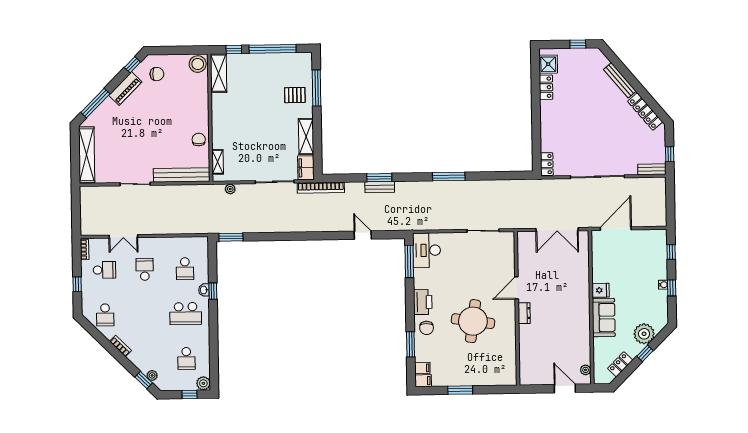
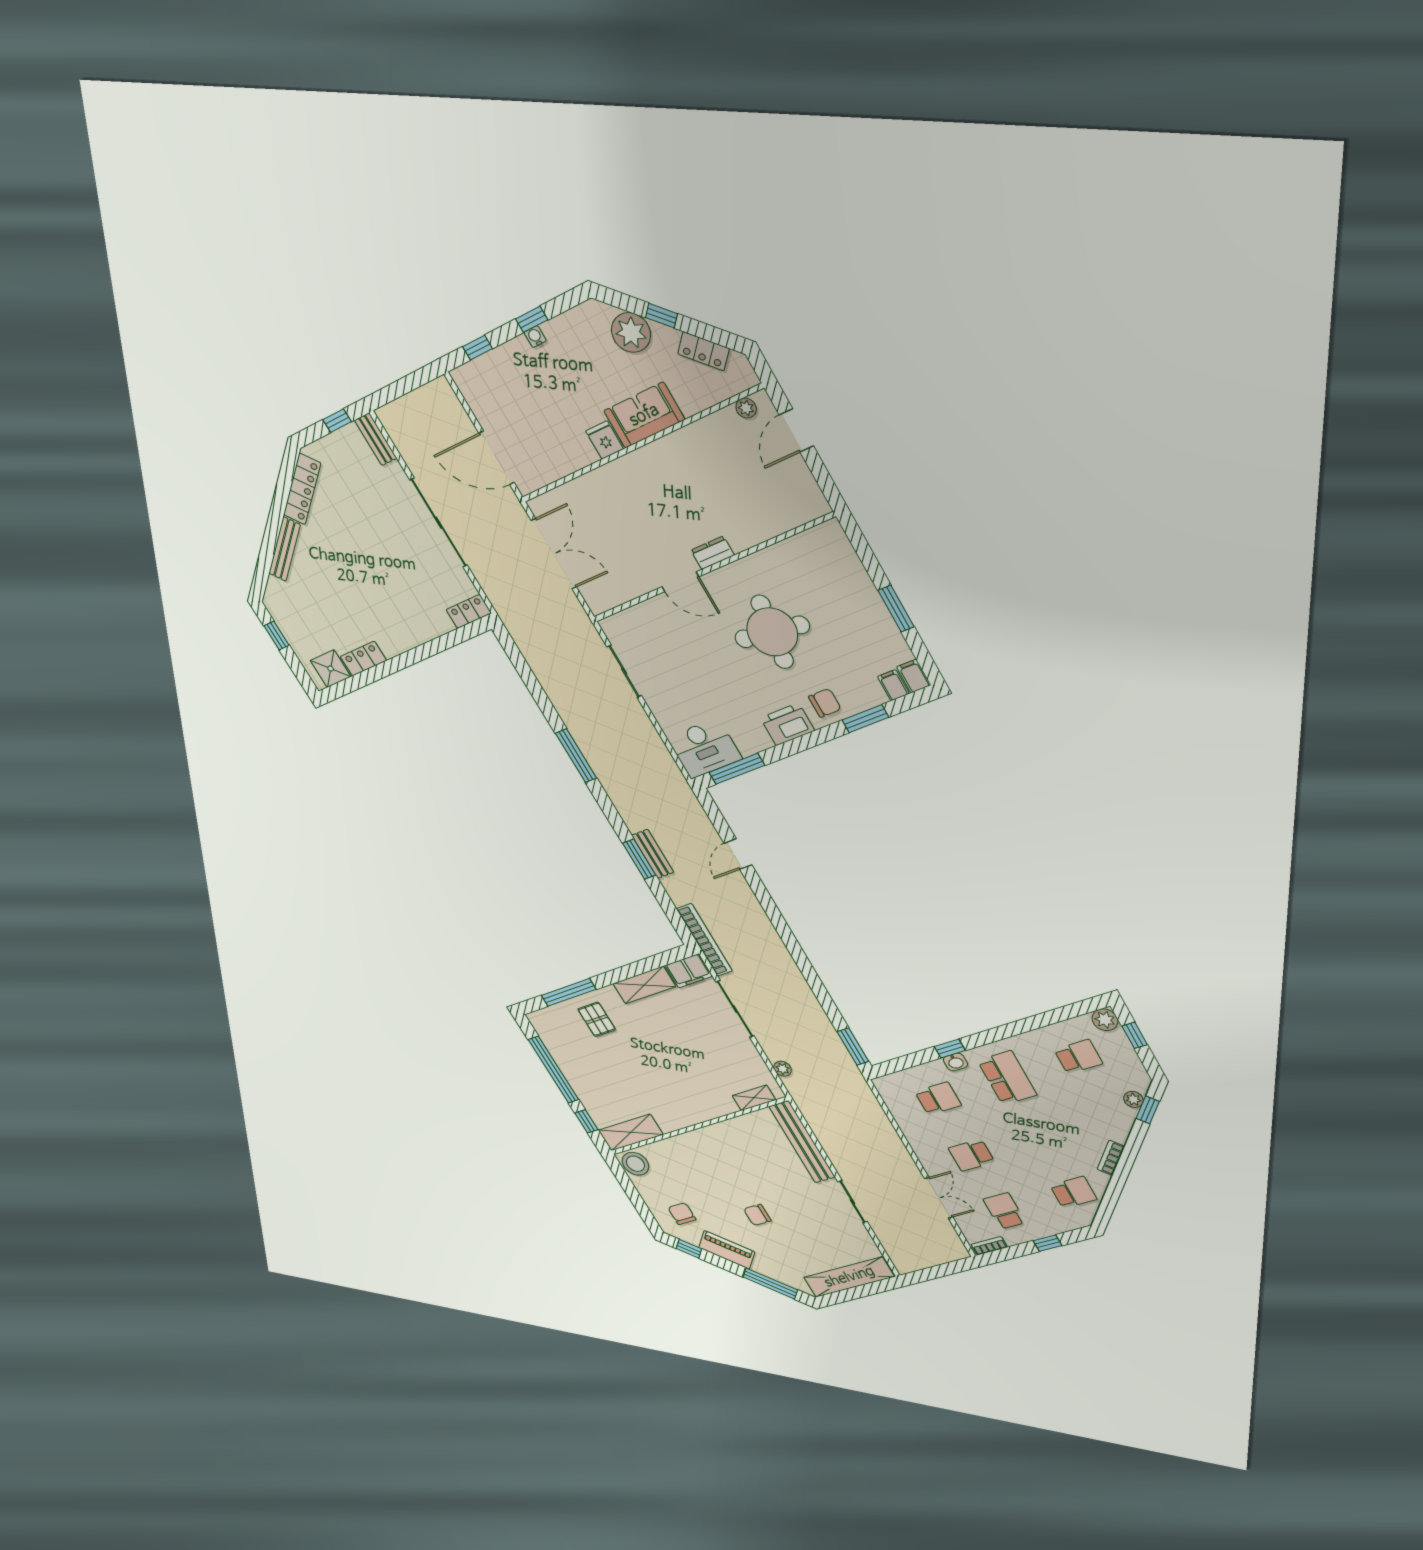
chair: (199, 140) -> (757, 1215), moved

